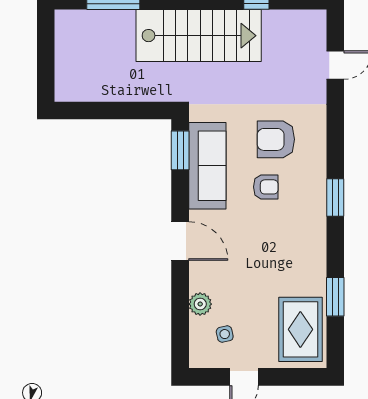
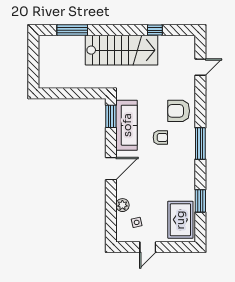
armchair: (276, 139) -> (179, 111), moved
window: (335, 198) -> (200, 144), width x1.44
door: (180, 241) -> (111, 169), hinge flipped

